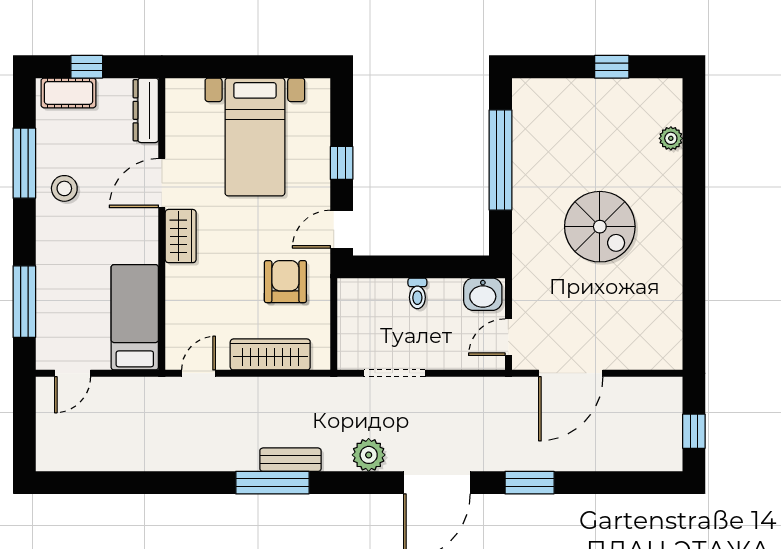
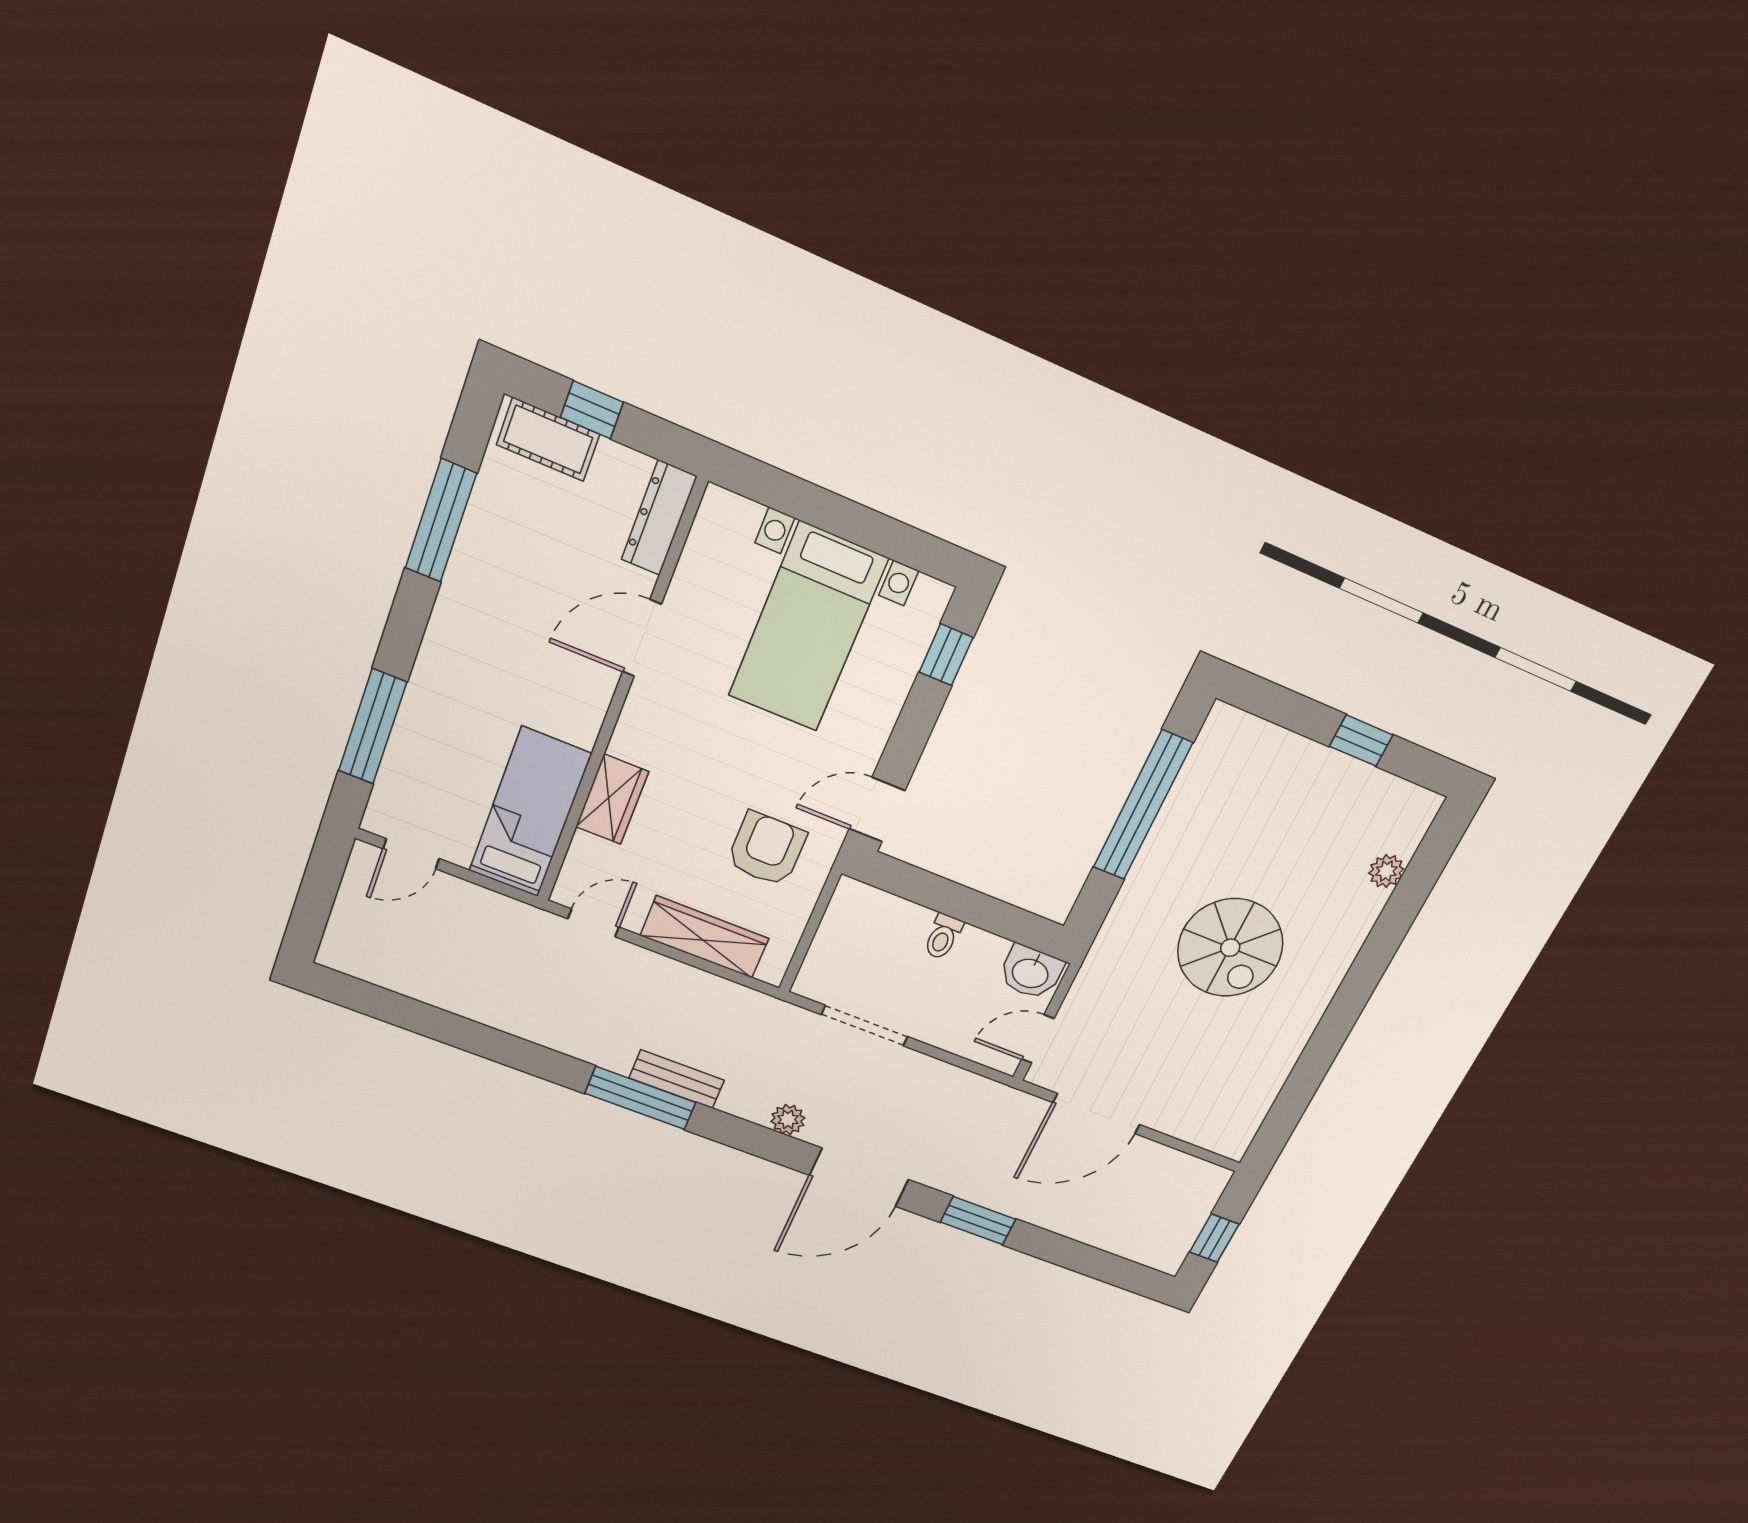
window: (342, 163) -> (946, 655), moved
stool: (64, 188) -> (490, 585), removed
wardrobe: (181, 236) -> (612, 799), moved
plant: (369, 455) -> (788, 1120), width x0.73, depth x0.73

